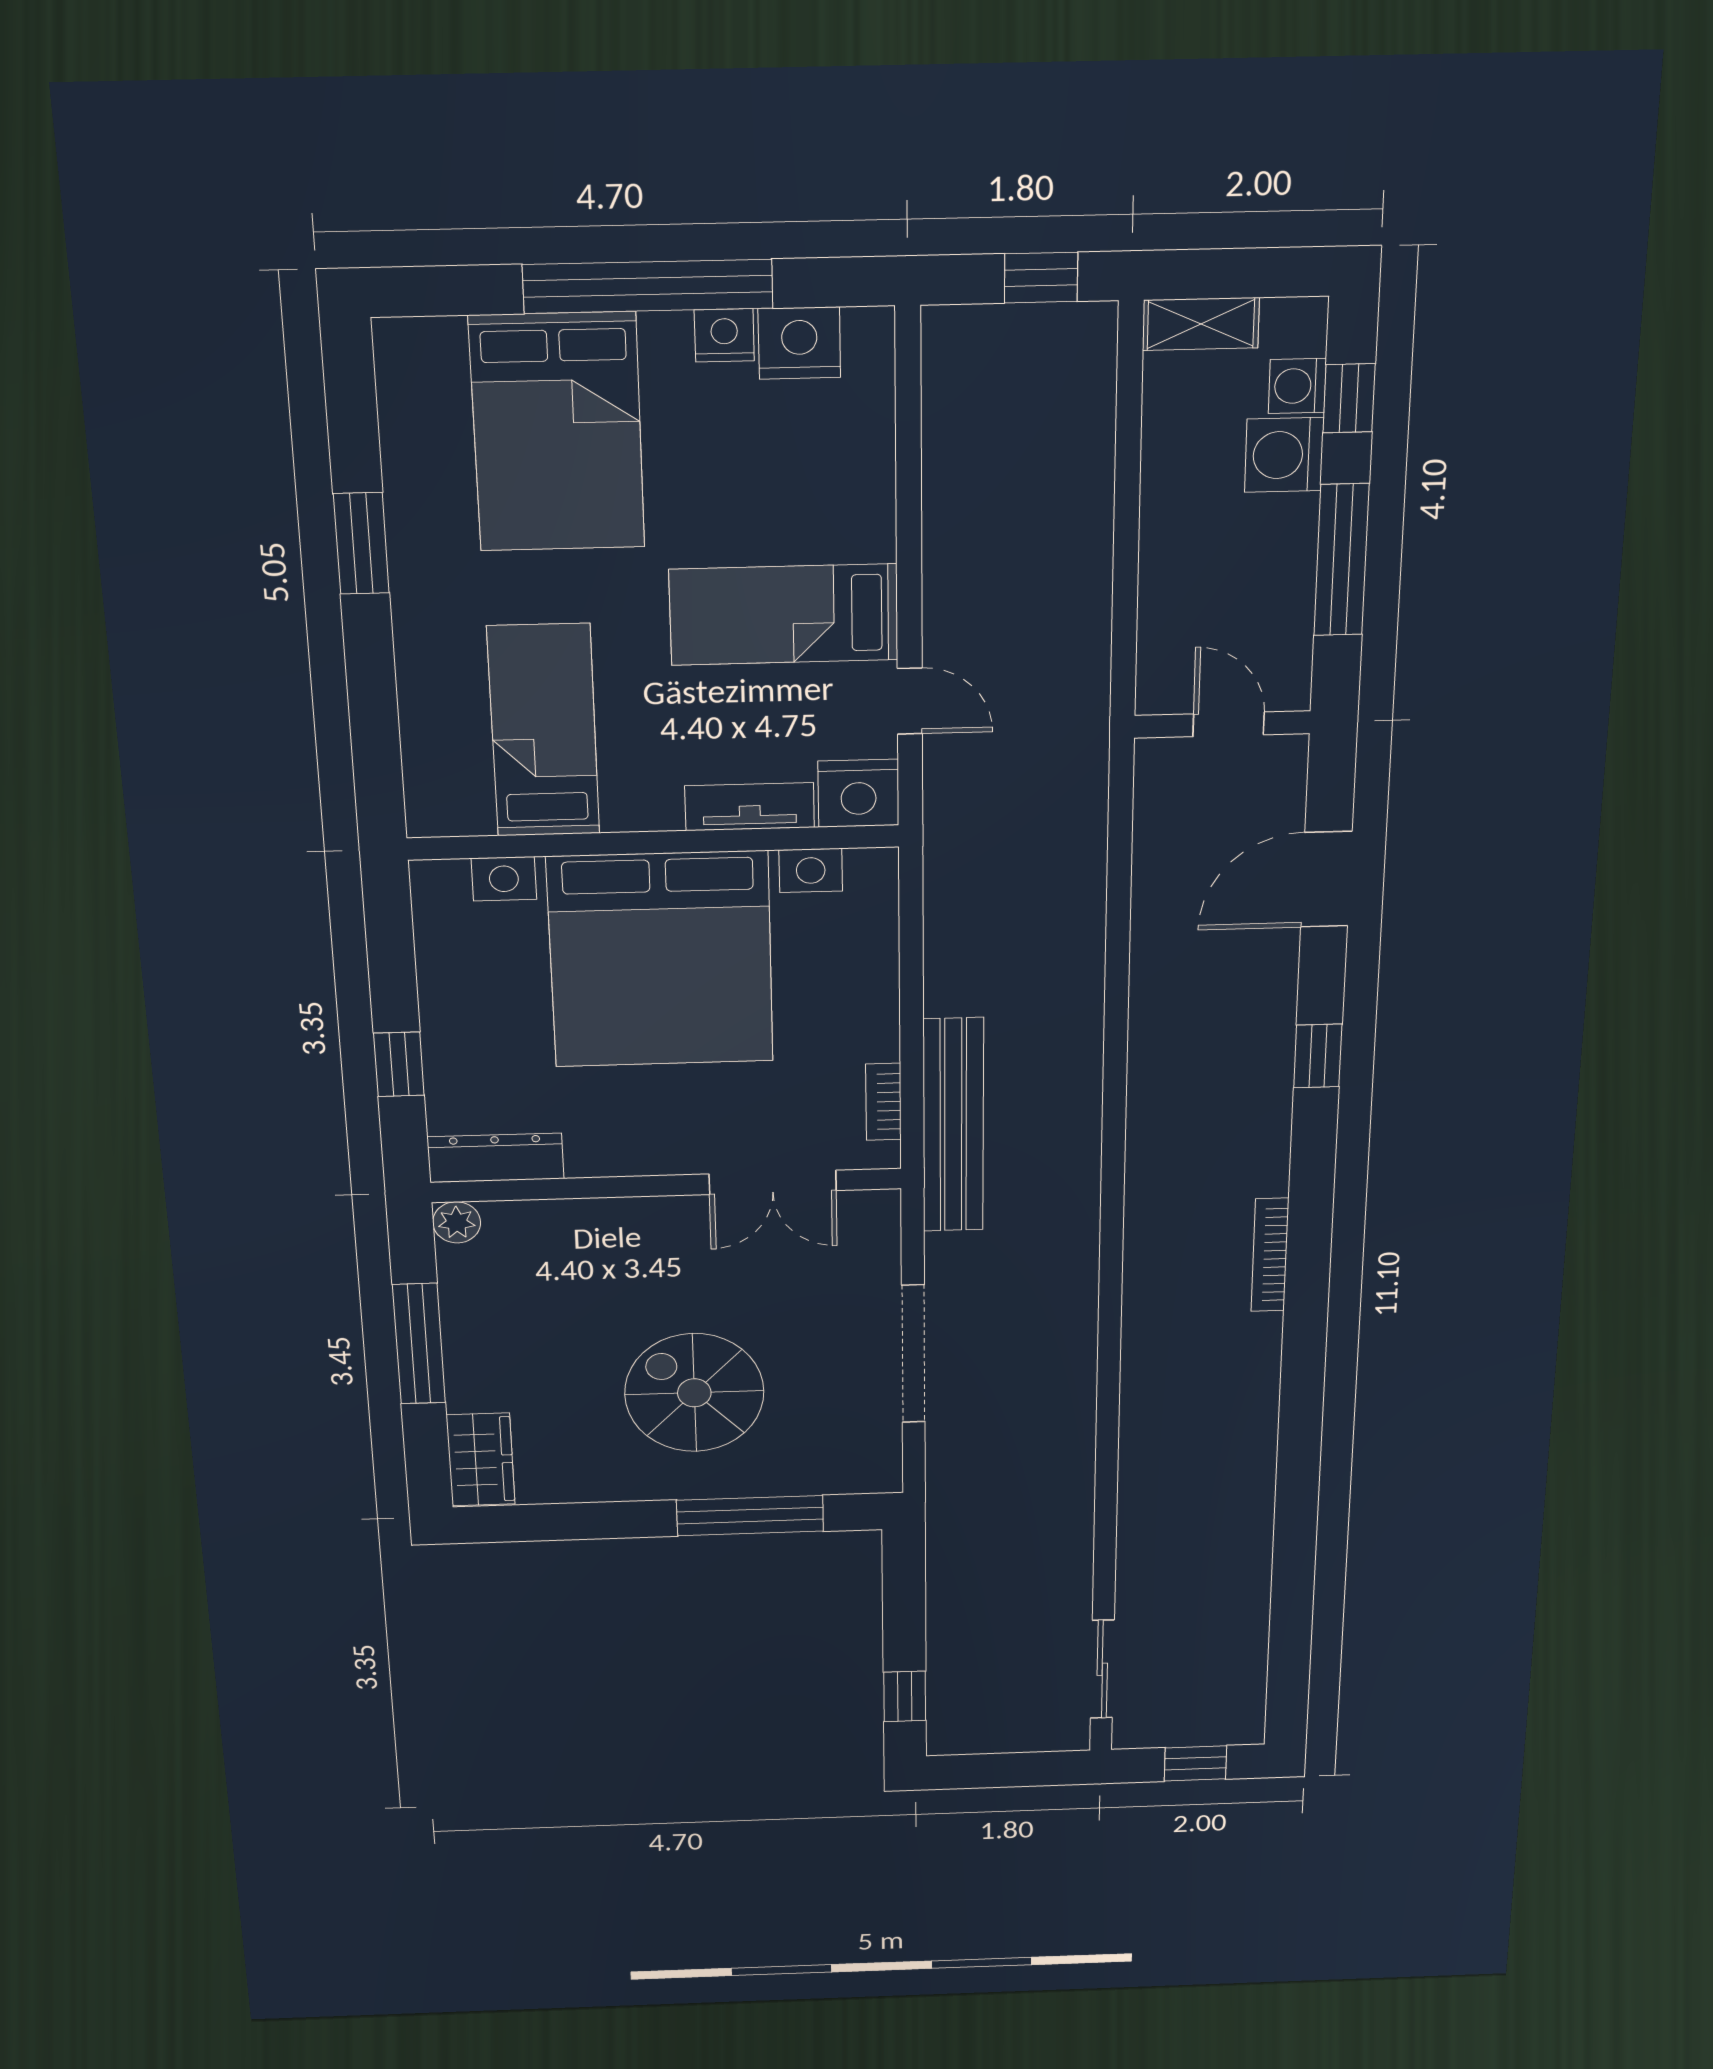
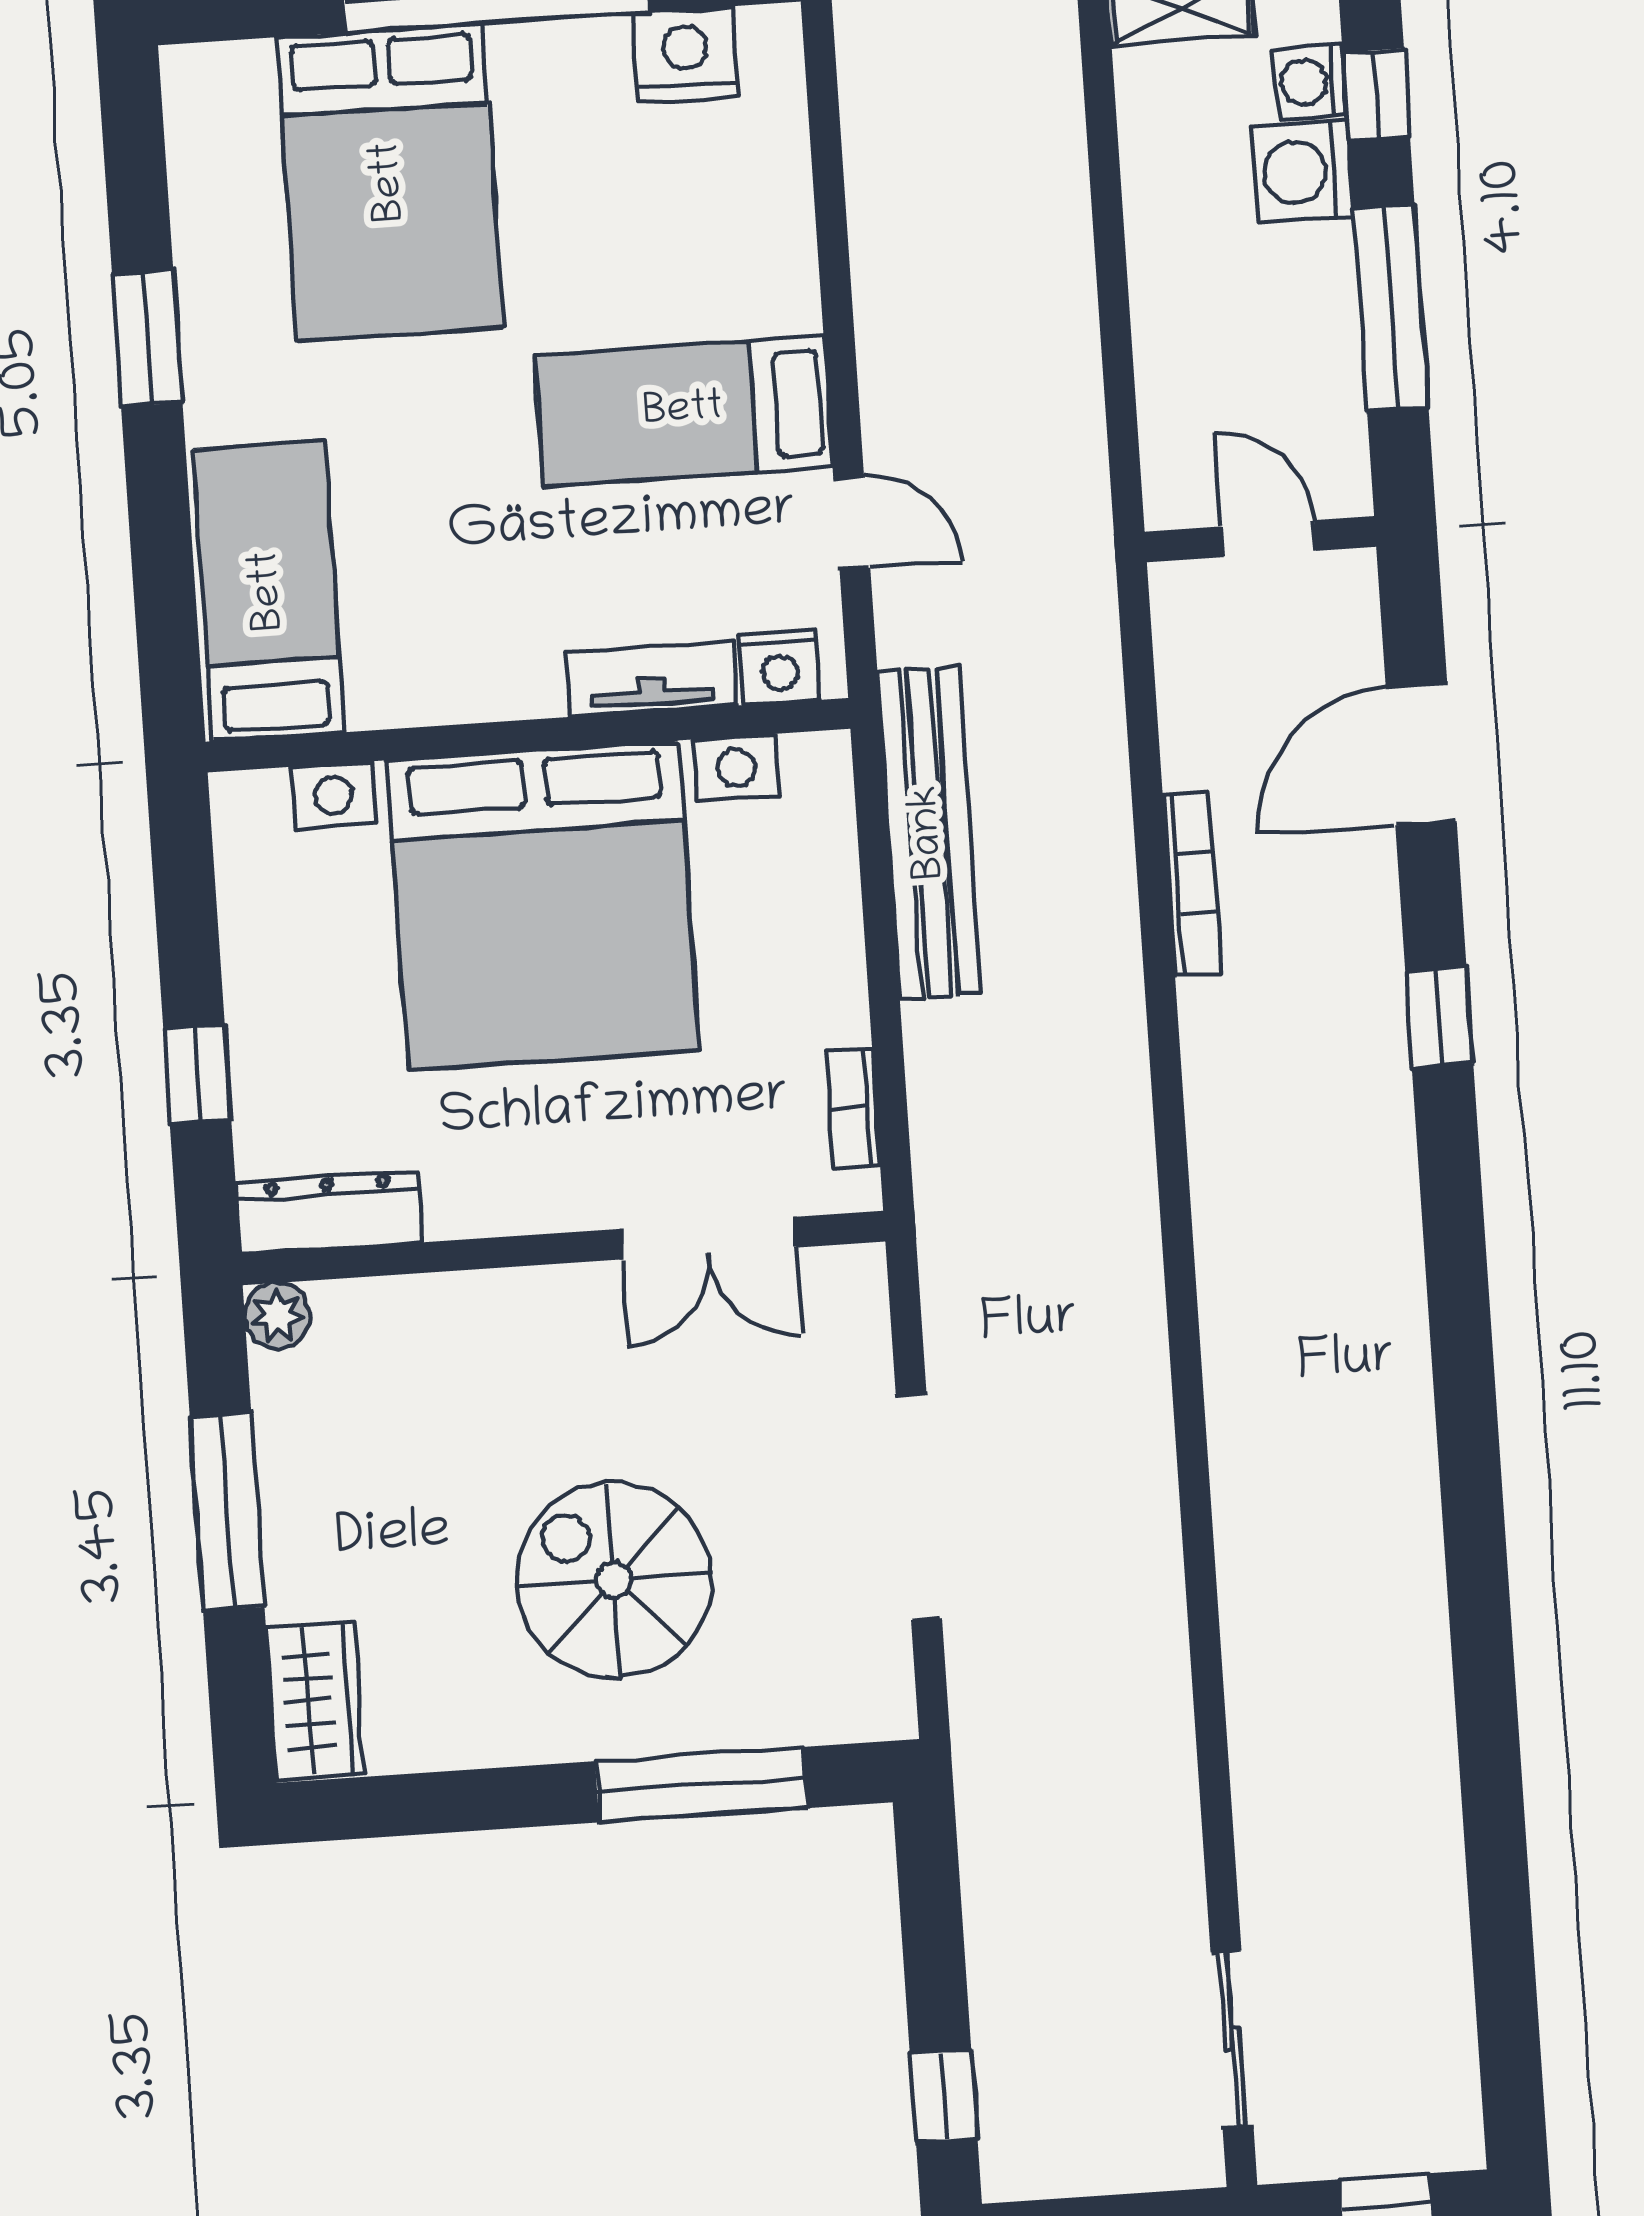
nightstand: (724, 335) -> (592, 49), removed
bed: (544, 731) -> (269, 591), moved
nightstand: (858, 793) -> (780, 667), width x0.74, depth x0.75
bench: (953, 1125) -> (929, 832), moved
bookcase: (1270, 1255) -> (1192, 883), moved, turned 180

